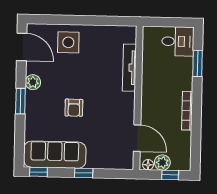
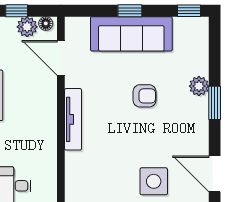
tv unit: (129, 68) -> (73, 119), moved
plant: (33, 82) -> (199, 86), moved
armchair: (74, 108) -> (145, 96), turned 90
sofa: (55, 155) -> (131, 34), moved

